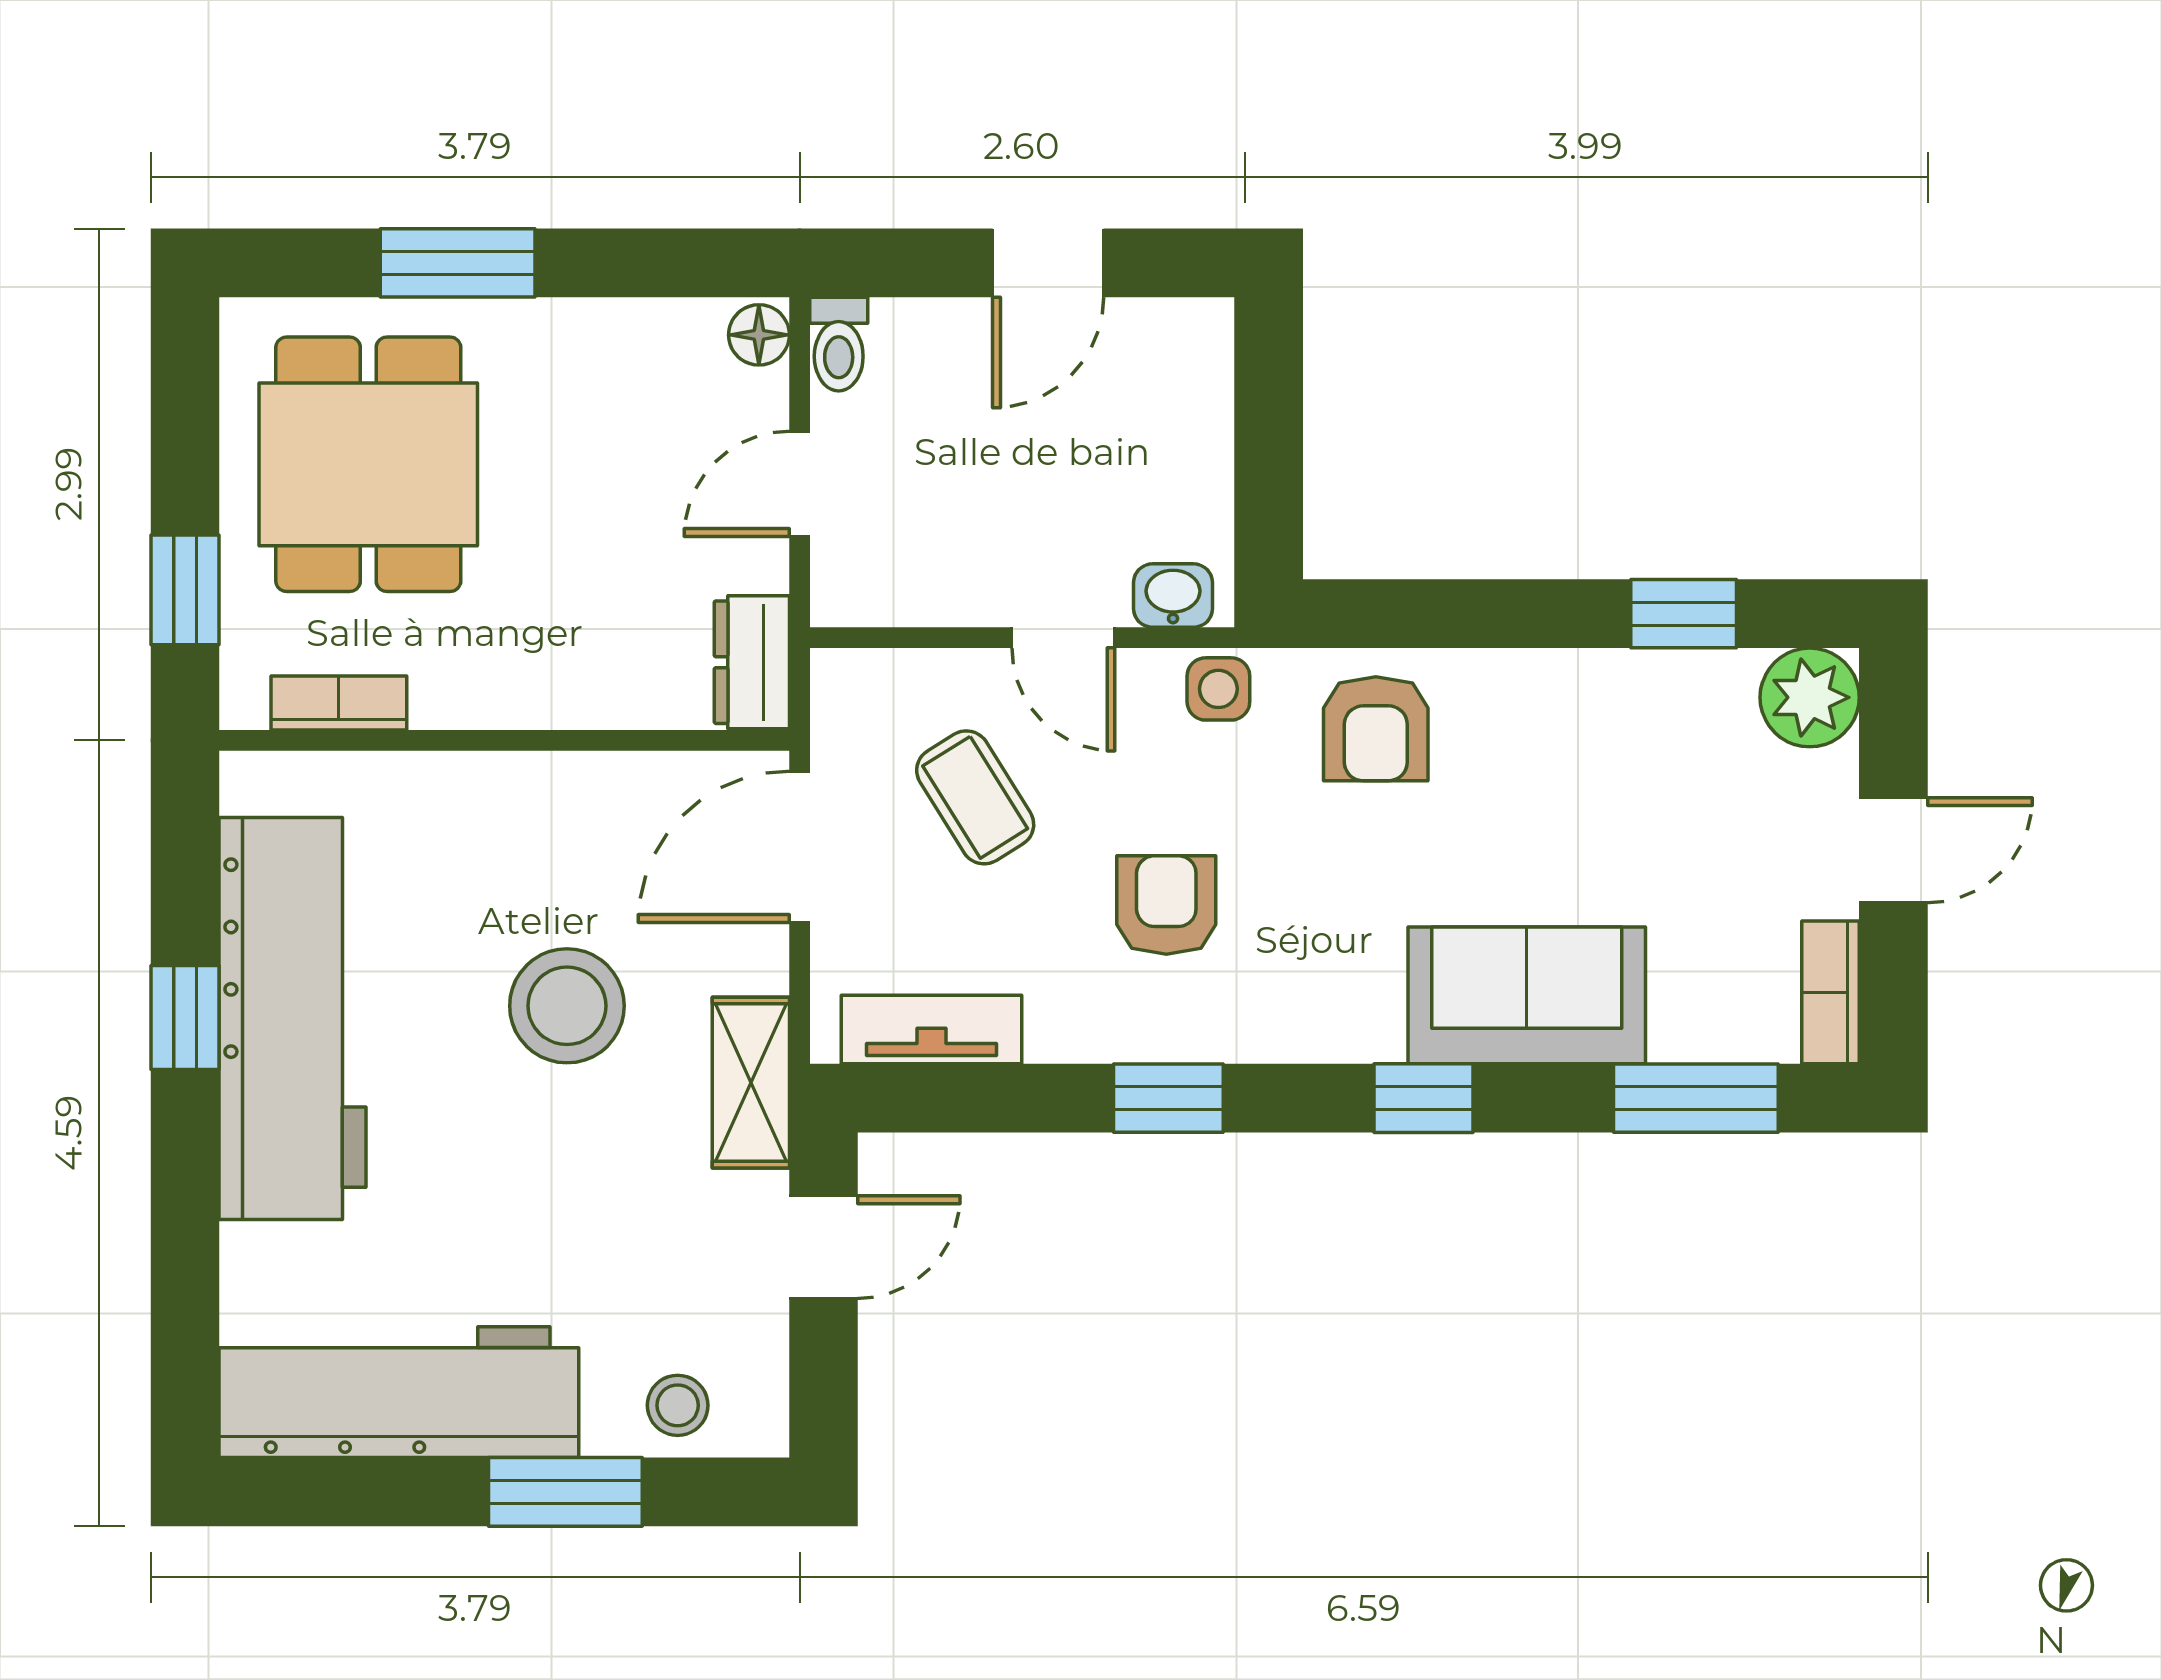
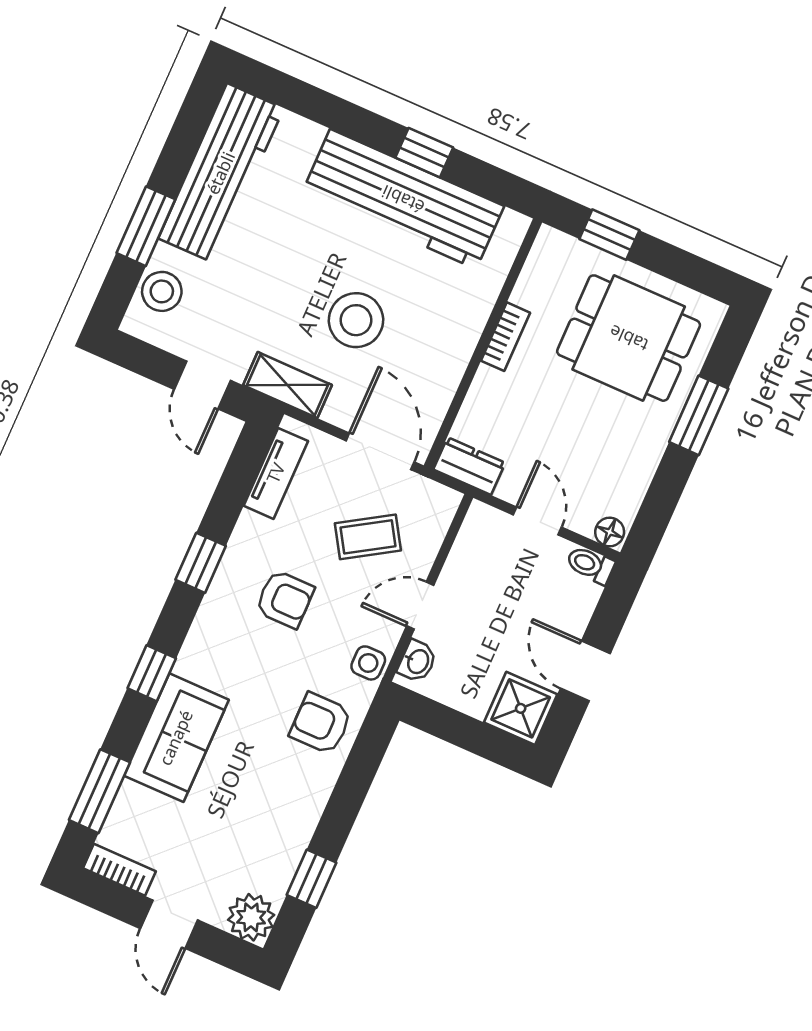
shower: (1176, 356) -> (521, 708), added
bookcase: (339, 703) -> (505, 337), moved
stool: (678, 1405) -> (162, 291), width x1.37, depth x1.37

